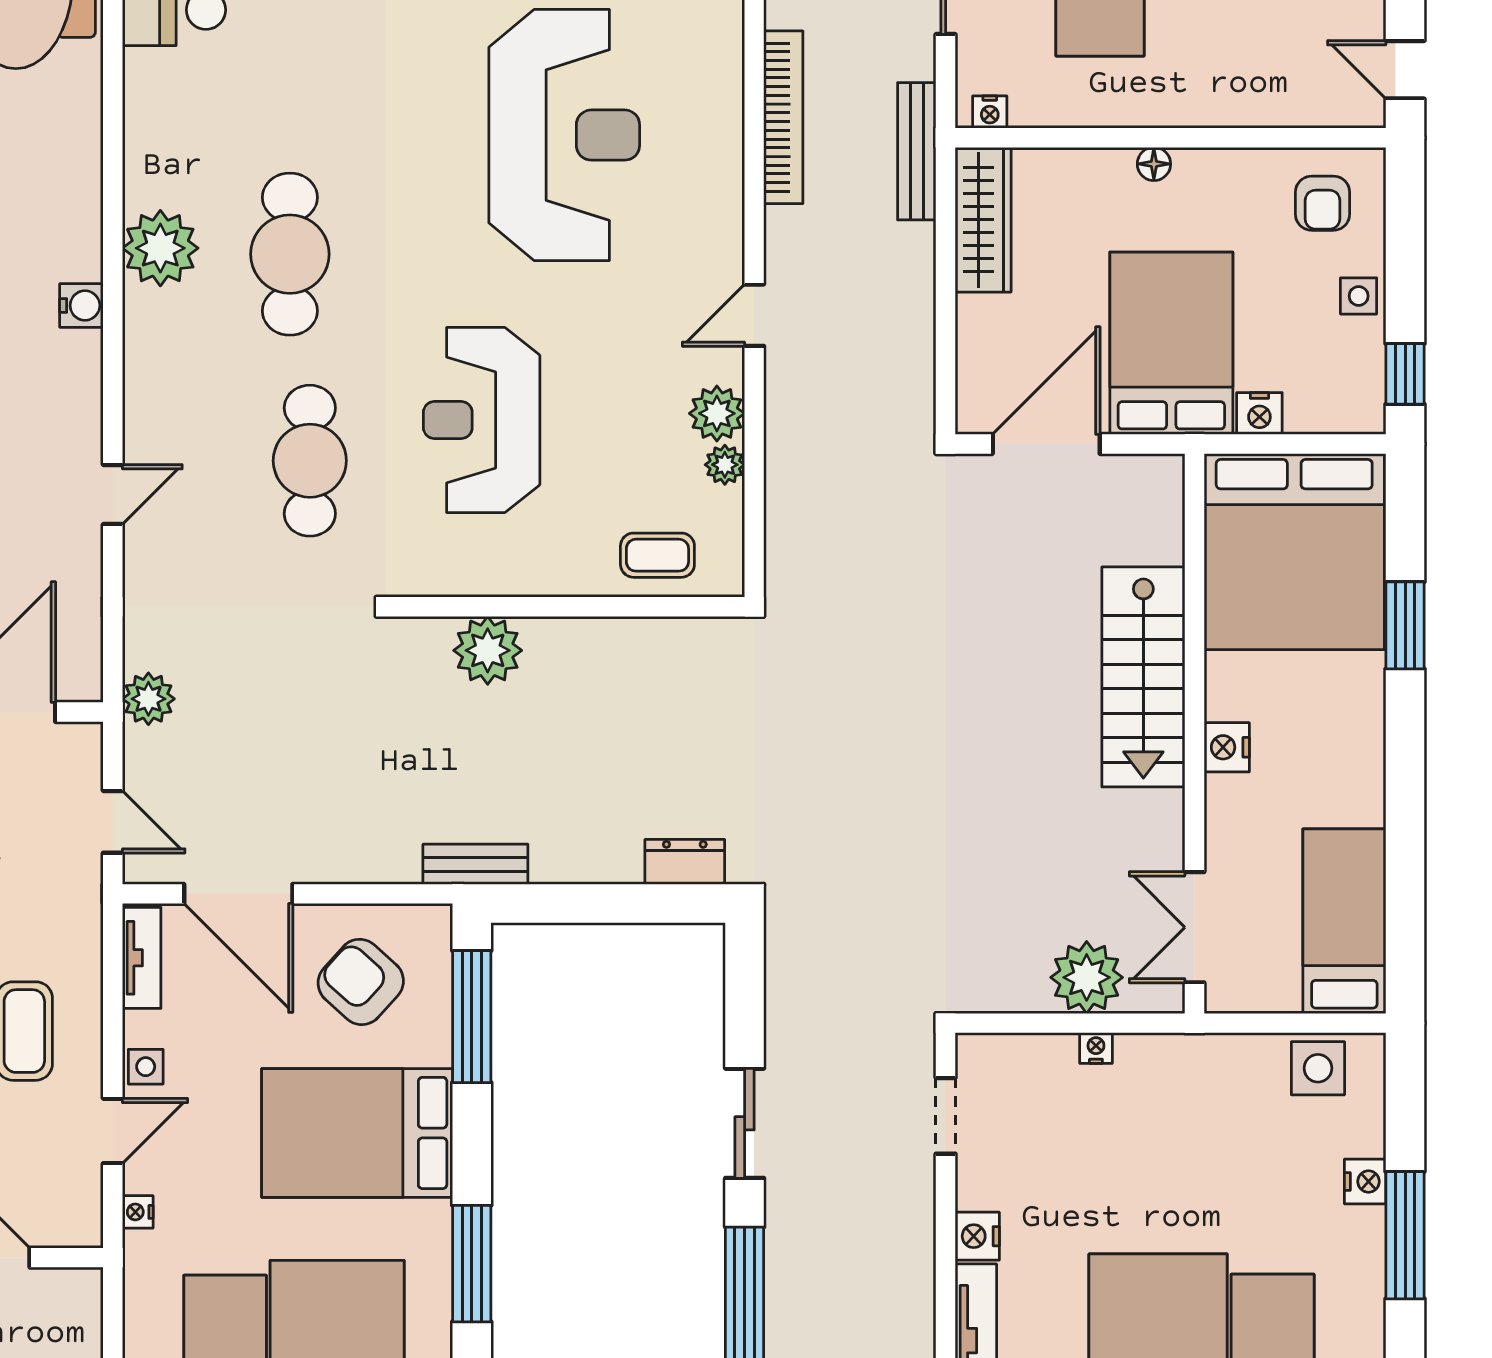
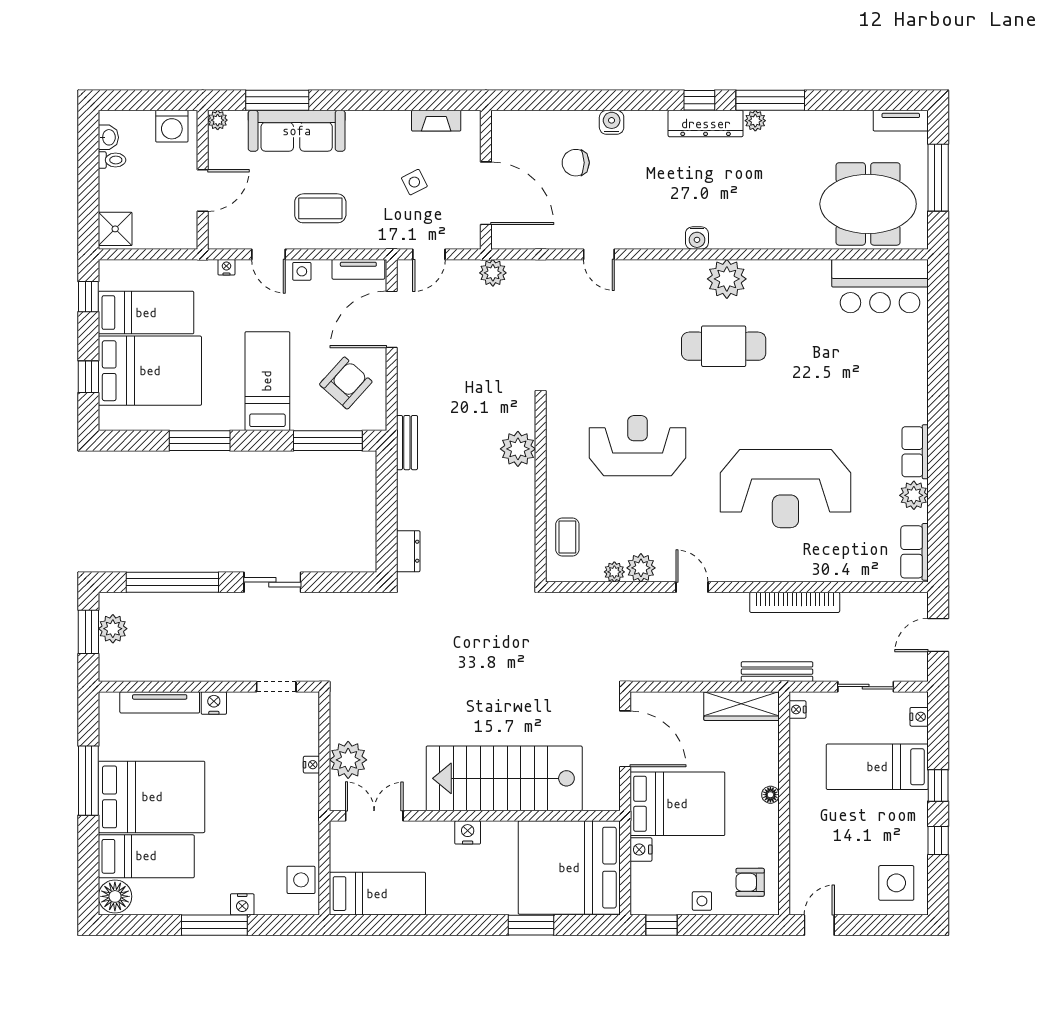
cafe table: (310, 461) -> (616, 357), removed
stairs: (1143, 677) -> (504, 778), width x1.36, depth x1.51
bed: (357, 1133) -> (267, 381), width x0.67

